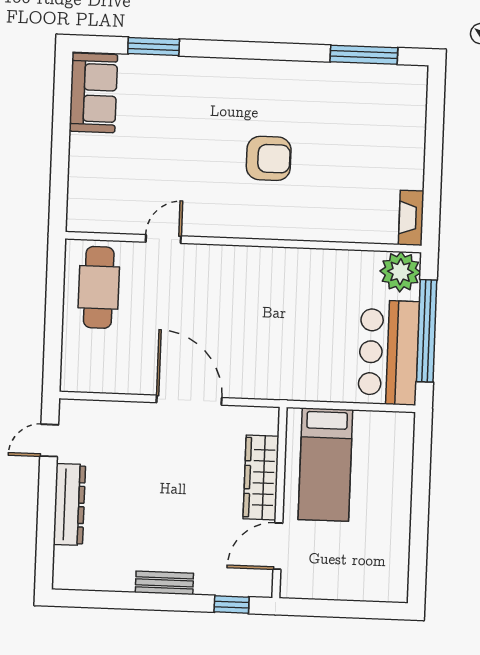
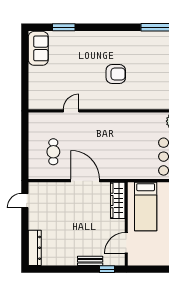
cafe table: (99, 287) -> (53, 152), moved, width x0.73, depth x0.74
wardrobe: (261, 478) -> (118, 200), moved
dresser: (69, 504) -> (35, 248), moved
bench: (164, 583) -> (90, 261), moved

